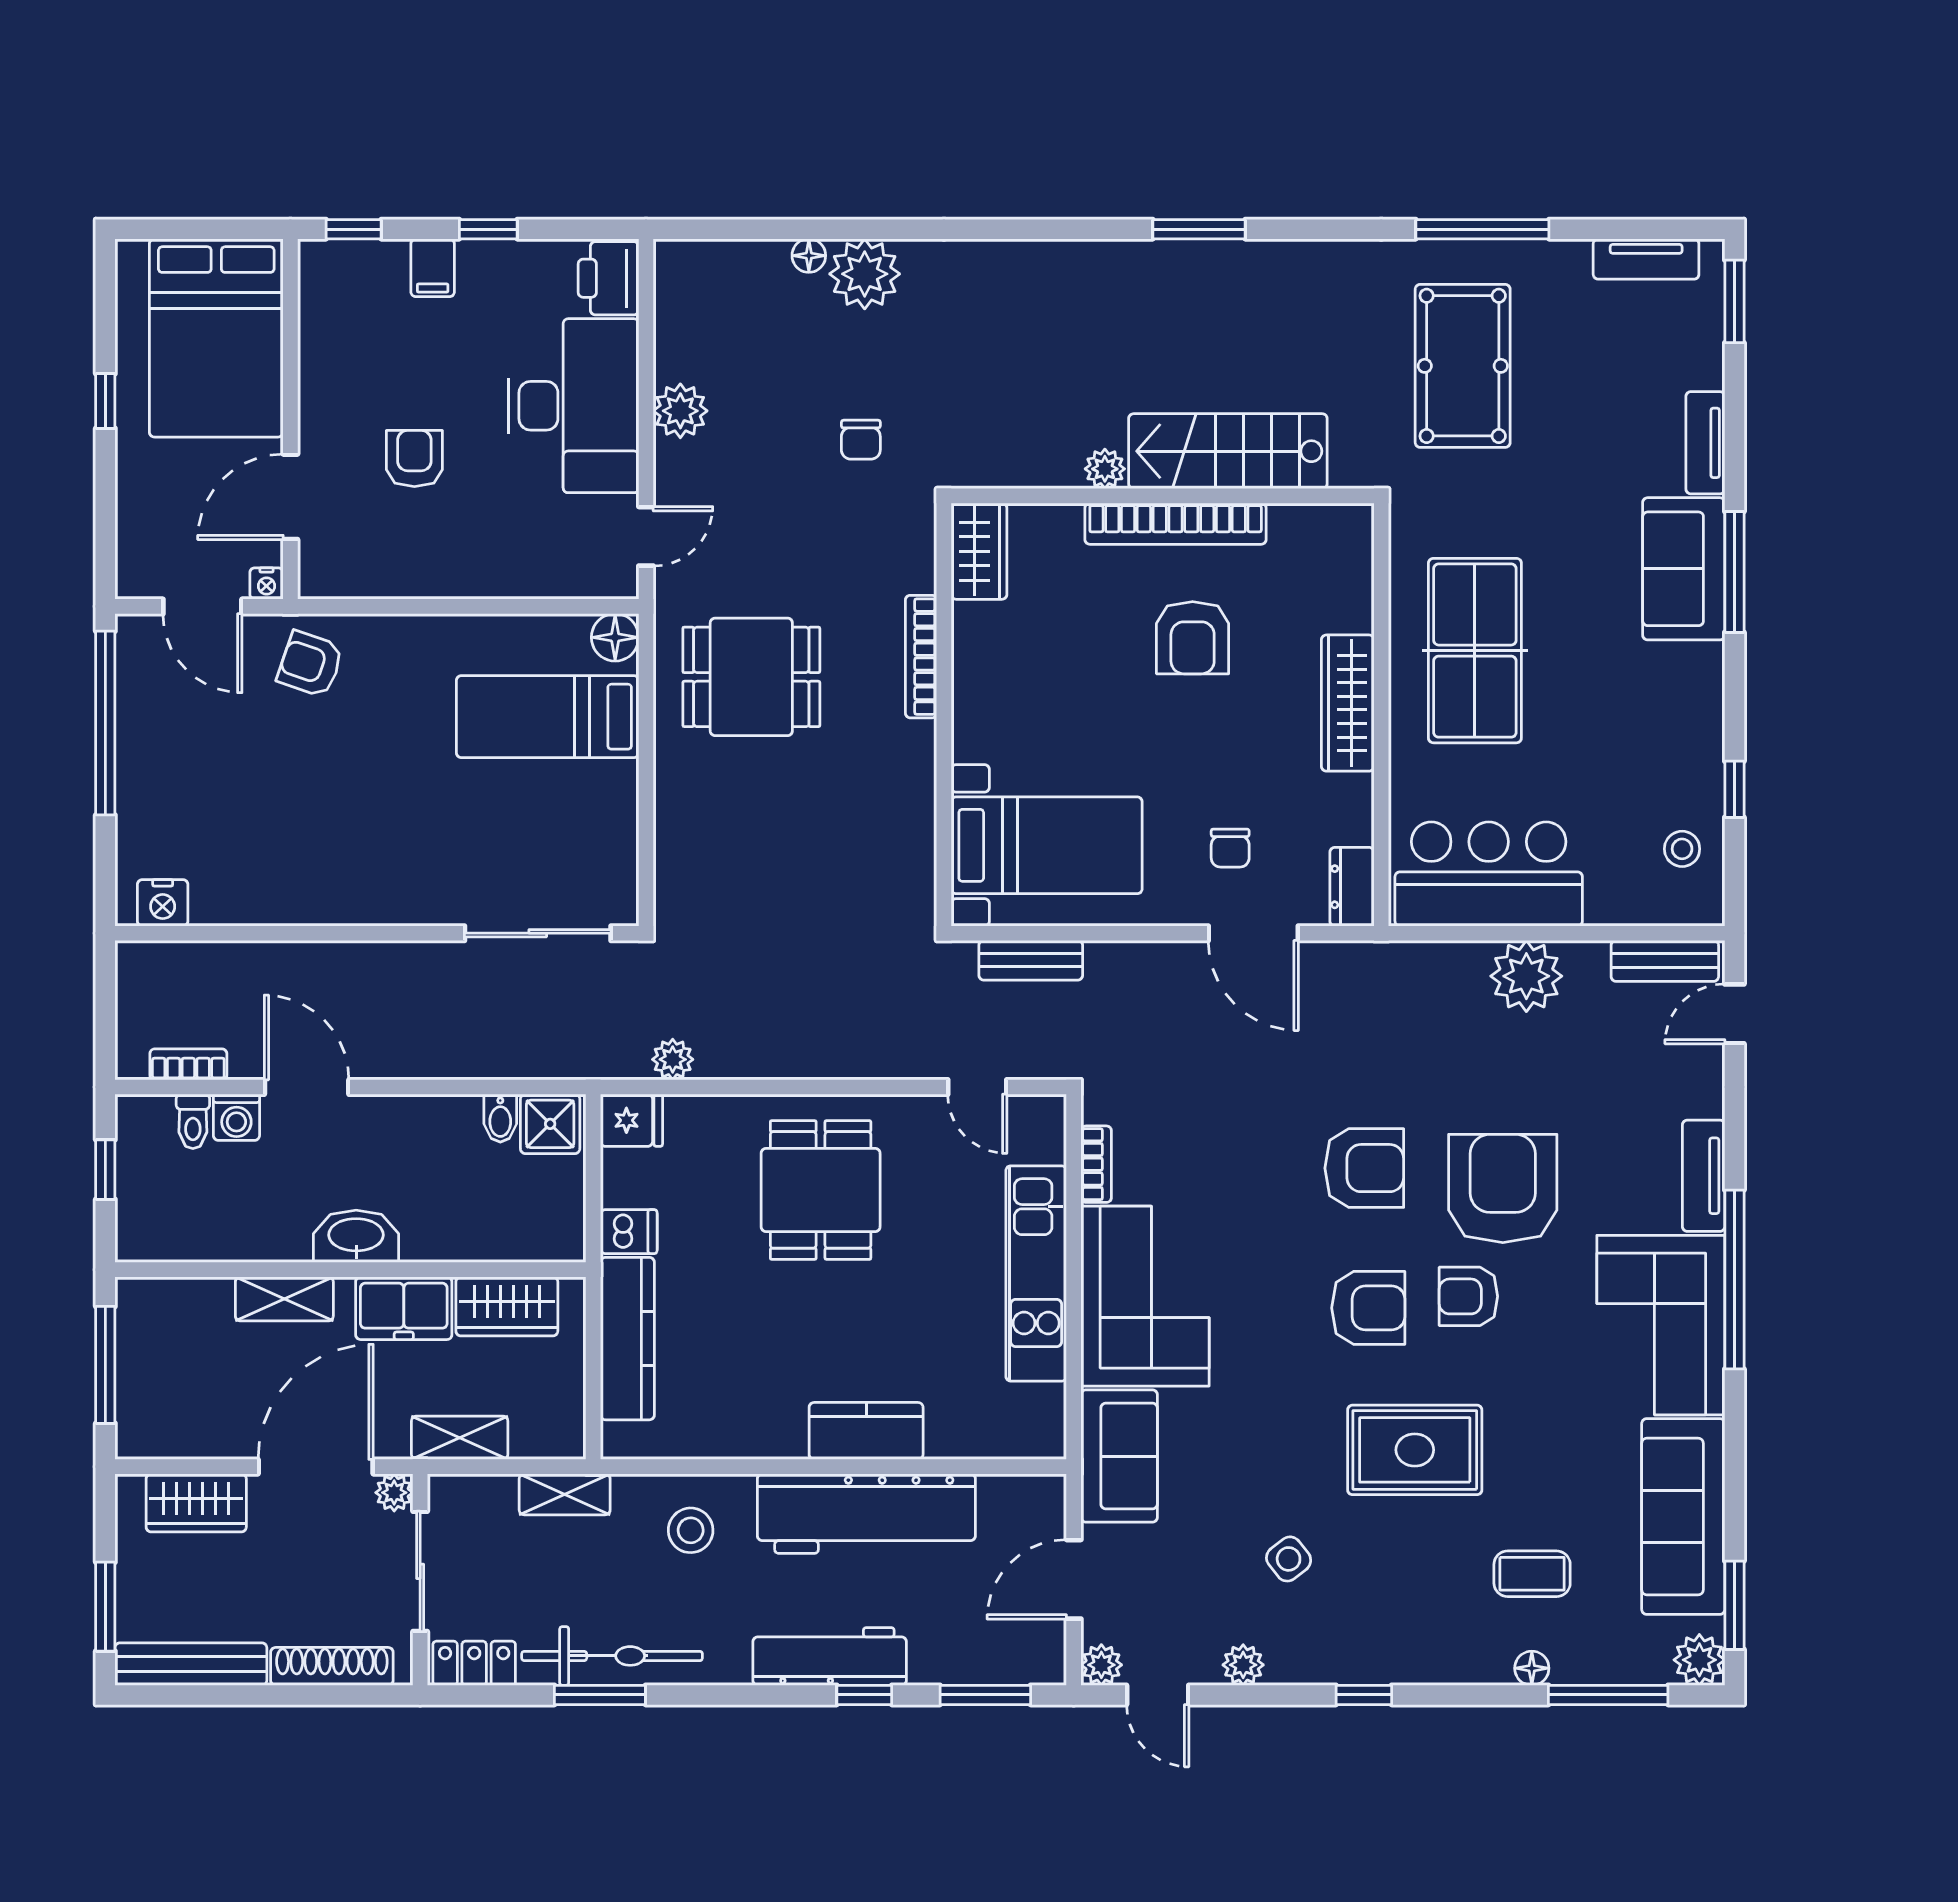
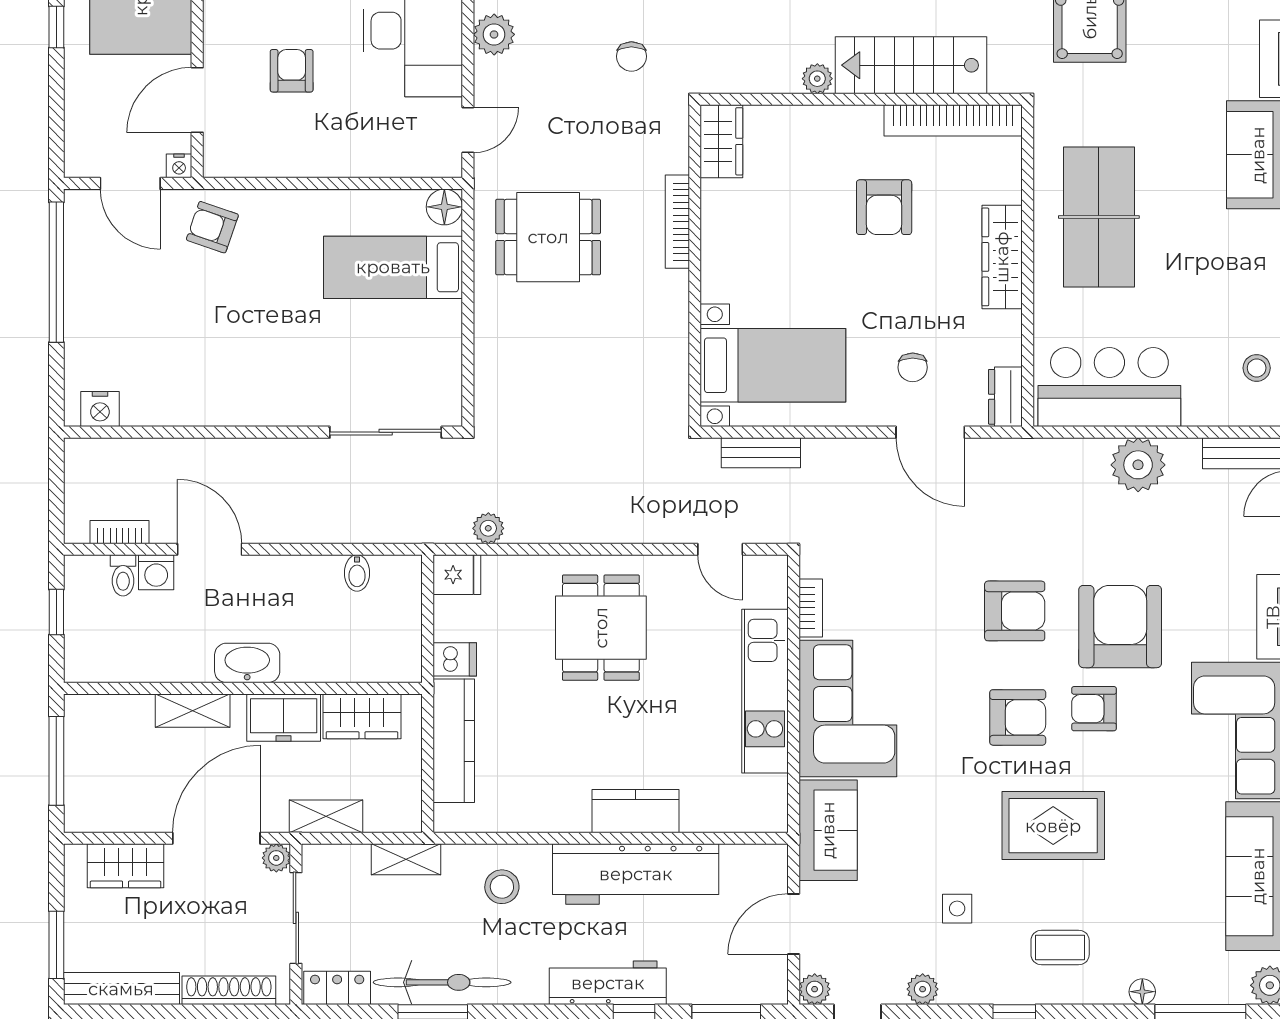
bookcase: (1176, 524) -> (953, 120), moved
shower: (550, 1124) -> (395, 577), removed
side table: (1289, 1559) -> (957, 909), turned 38
coffee table: (1532, 1574) -> (1060, 947), moved

